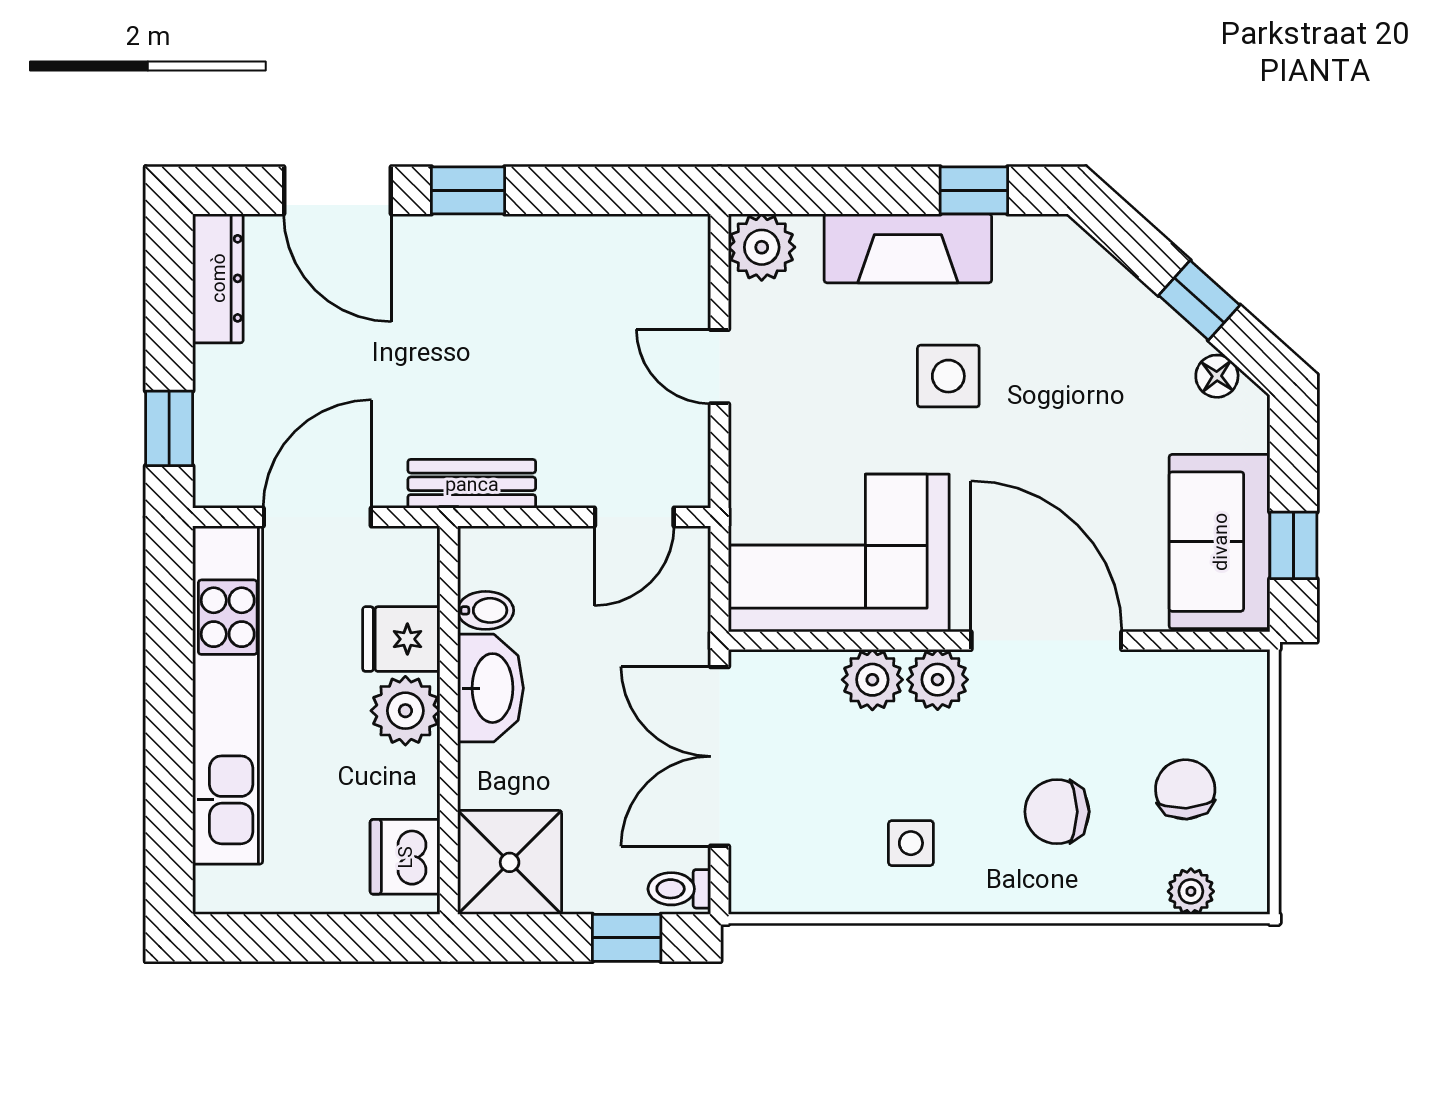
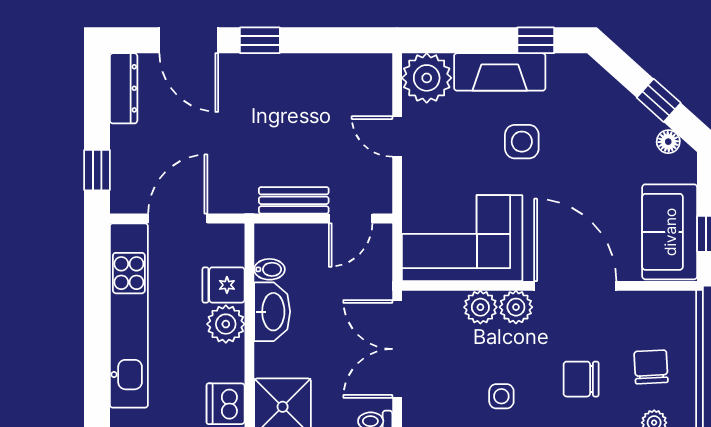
plant: (762, 247) -> (427, 78), width x1.36, depth x1.36
bench: (472, 484) -> (294, 200), moved

